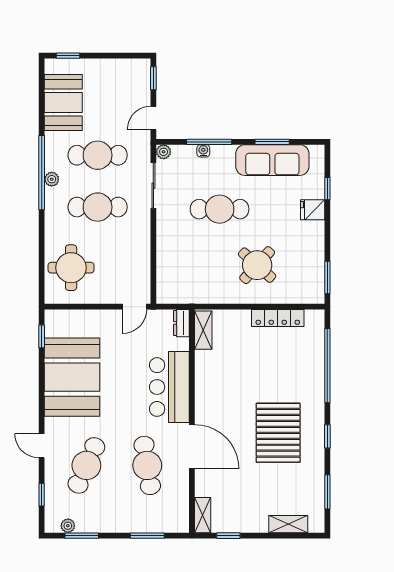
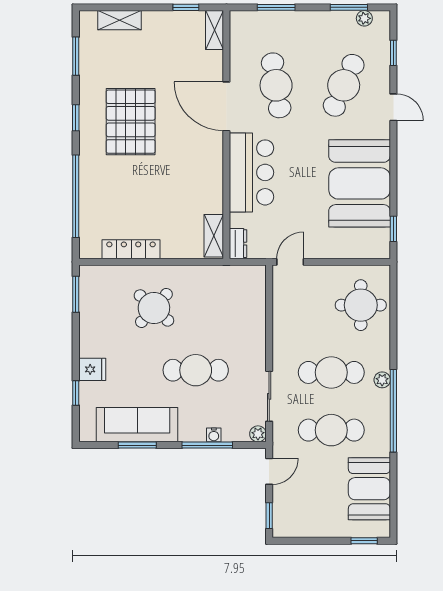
plant: (52, 179) -> (382, 380), moved

